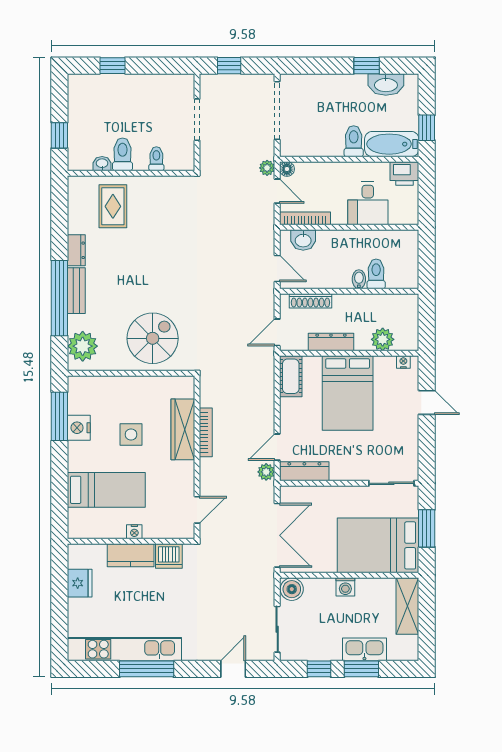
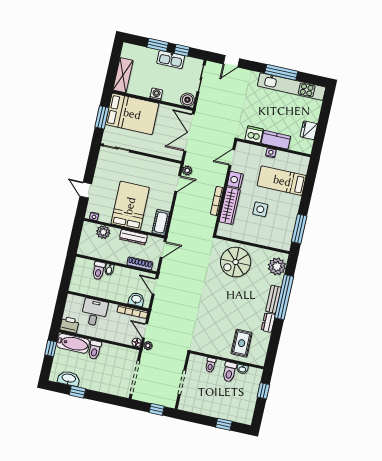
nightstand: (79, 428) -> (235, 180), moved, turned 180
dresser: (304, 471) -> (165, 166), removed
kitchen sink: (364, 649) -> (171, 60), moved

